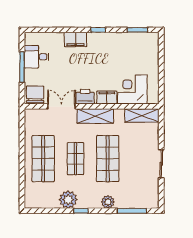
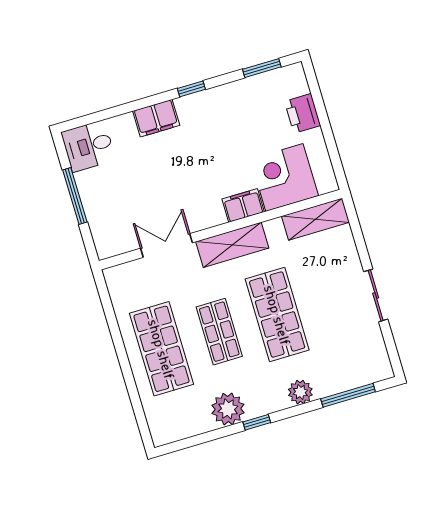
desk: (37, 57) -> (88, 146), moved
chair: (35, 94) -> (113, 238), removed
printer: (85, 97) -> (303, 113), moved, turned -90

